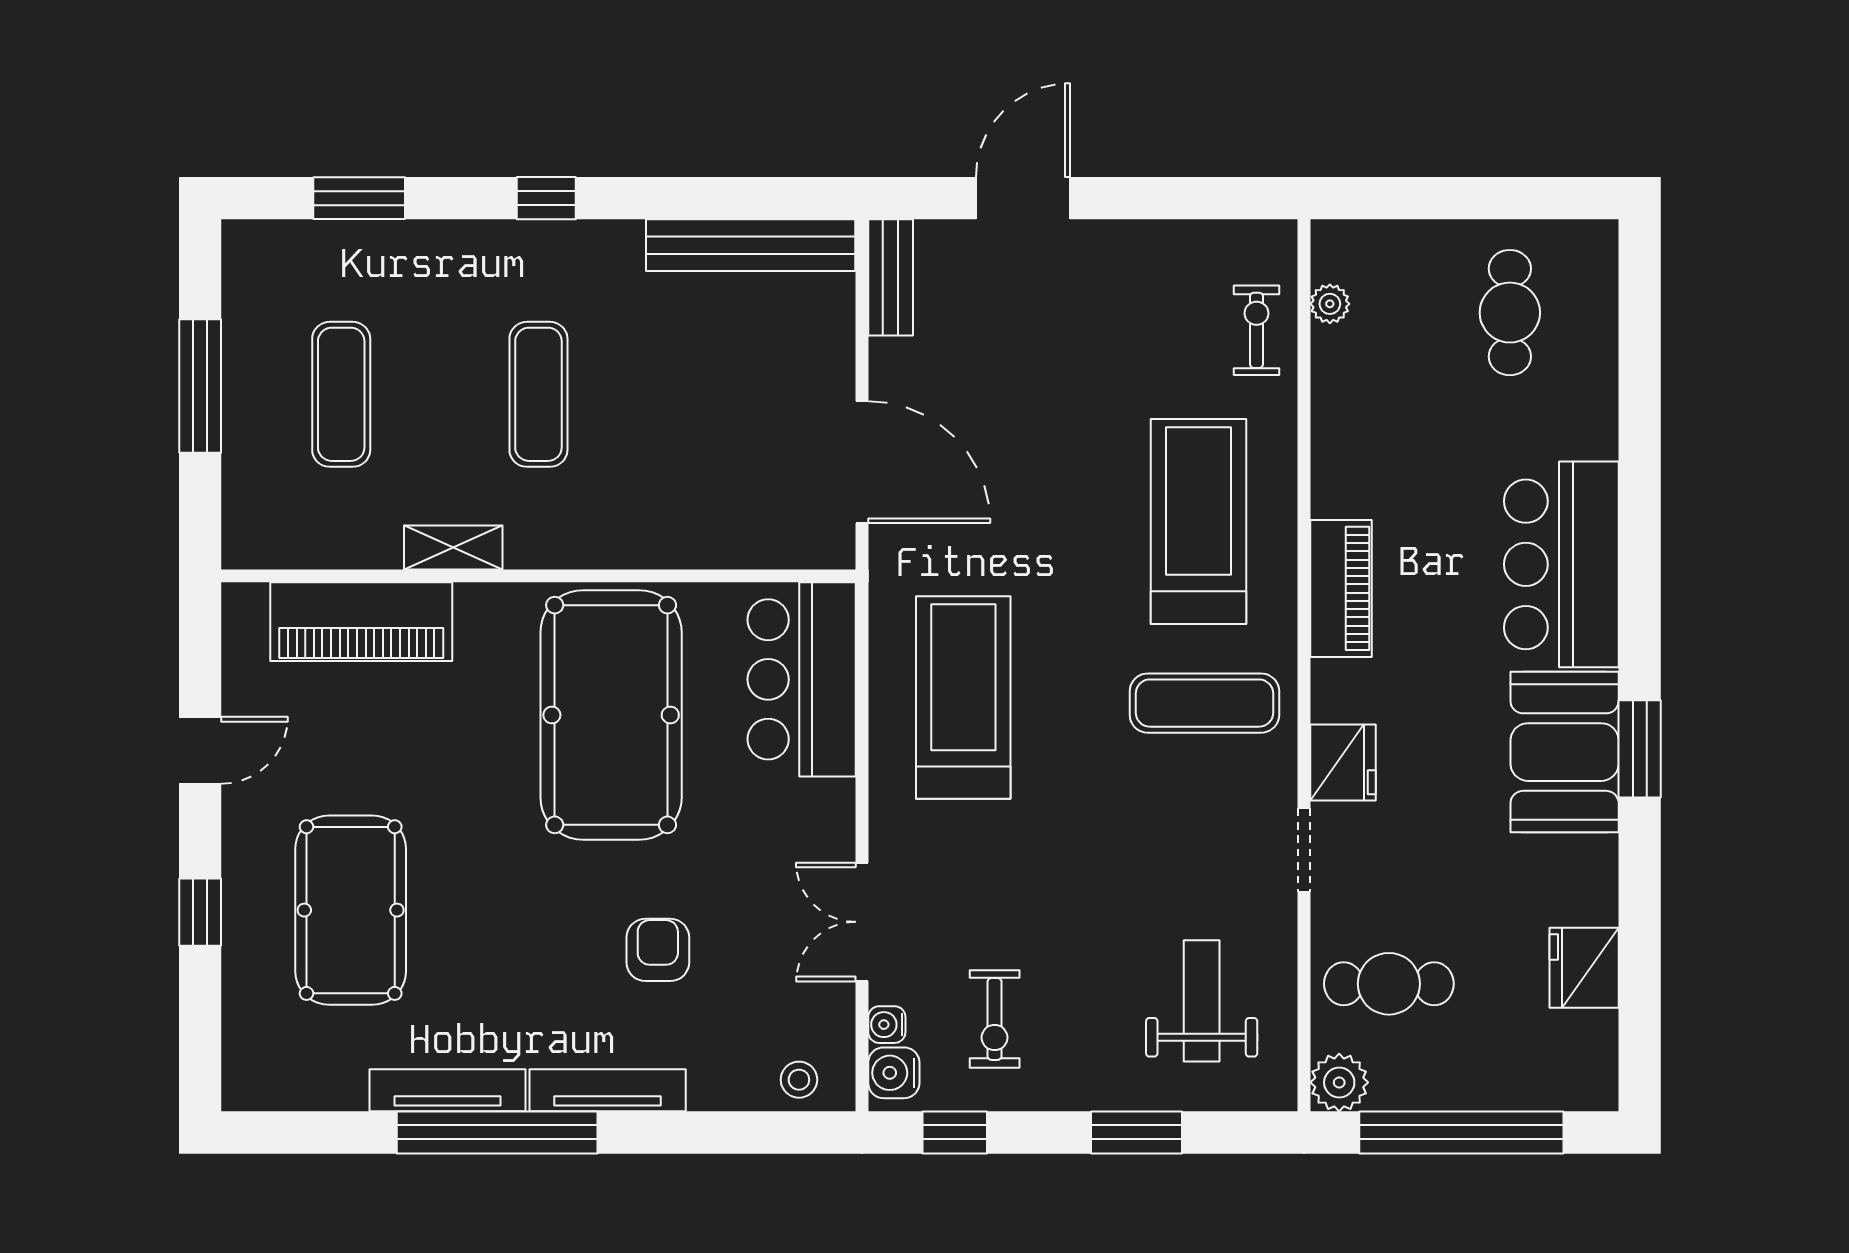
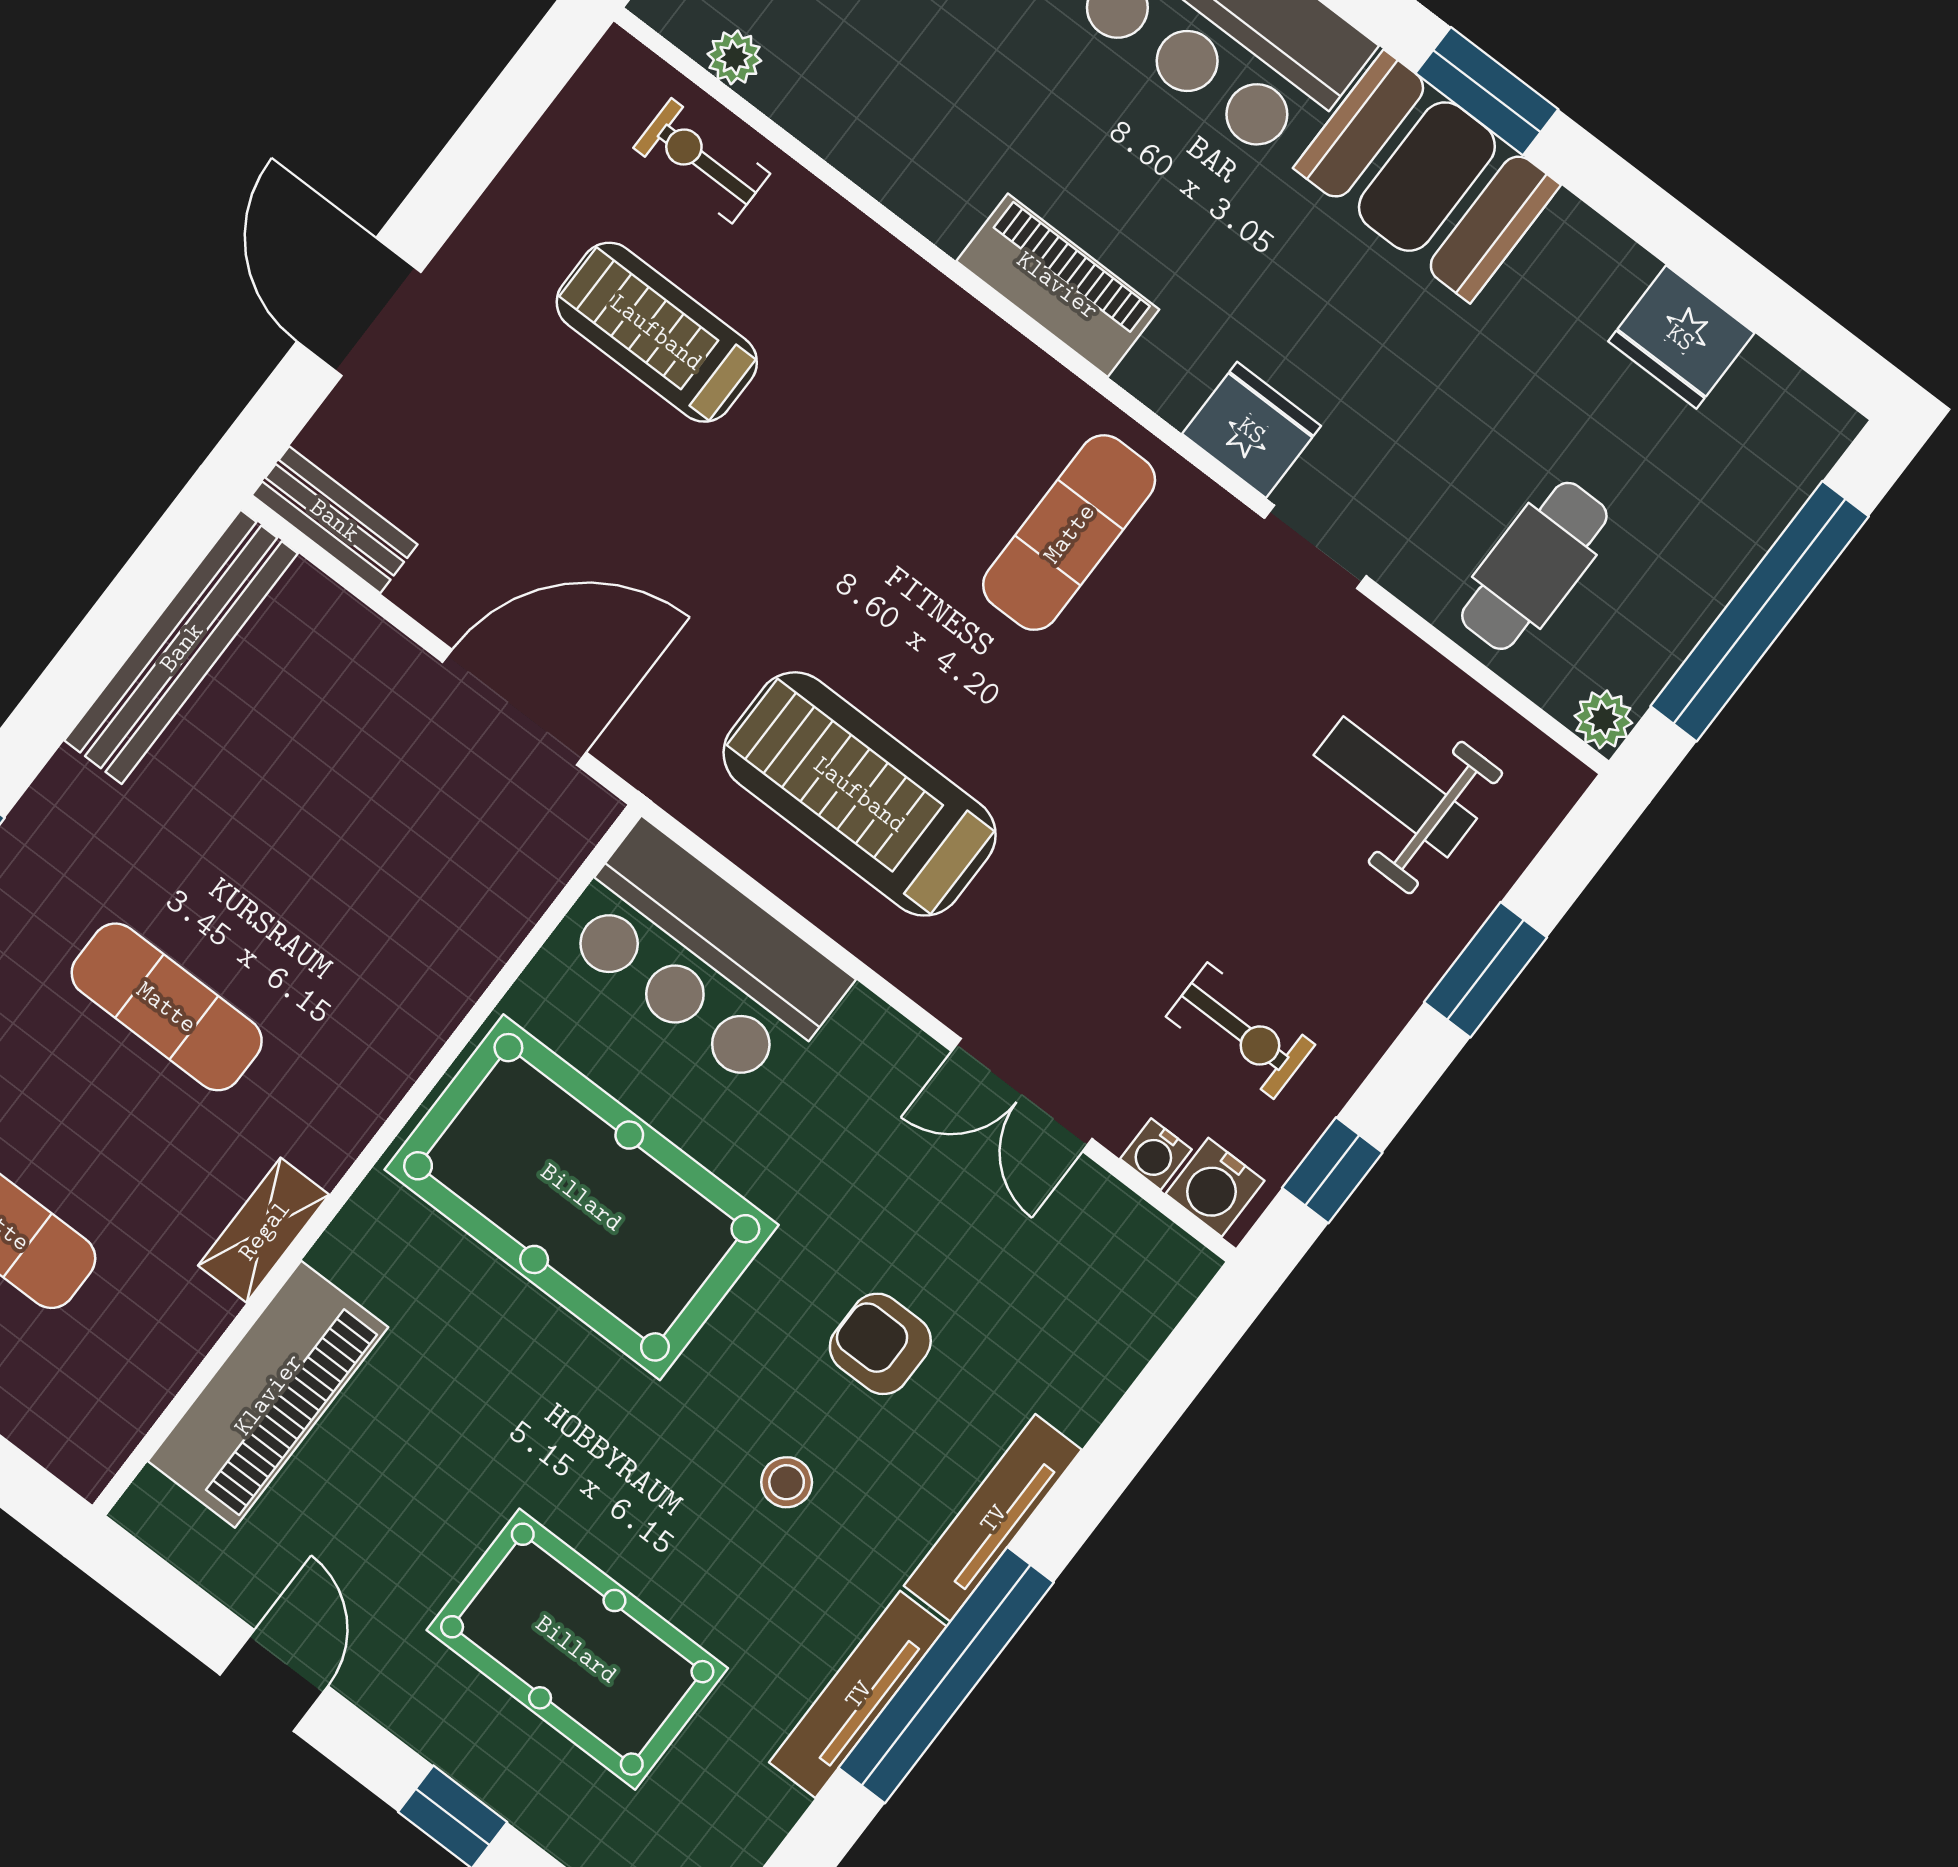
treadmill: (1199, 521) -> (657, 332), moved, width x0.73, depth x0.73
stool: (799, 1080) -> (787, 1482), moved
plant: (1339, 1082) -> (1603, 719), width x0.73, depth x0.73

